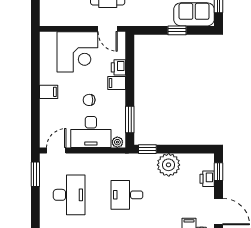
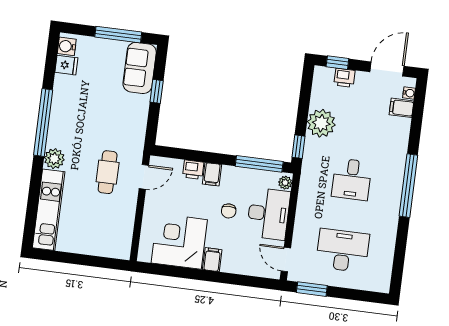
corner desk: (77, 52) -> (179, 241), moved, turned -90
window: (130, 119) -> (259, 164), width x1.44

